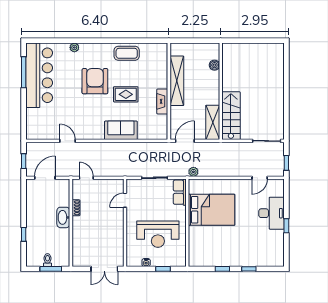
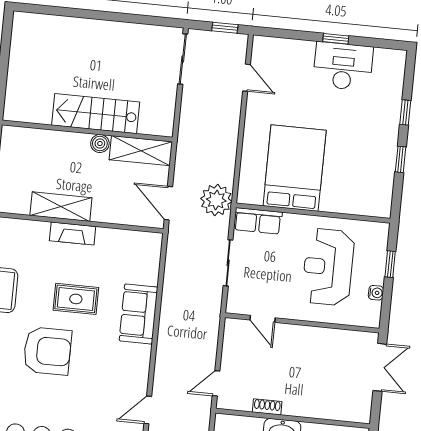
boiler: (214, 65) -> (100, 143), moved
armchair: (95, 81) -> (47, 351), turned 180
shelving: (177, 81) -> (61, 207), width x0.68
rug: (126, 94) -> (76, 299), turned 90
fireplace: (162, 101) -> (73, 234), moved
stairs: (231, 116) -> (96, 114), moved
plant: (193, 172) -> (216, 200), width x1.87, depth x1.87
desk: (271, 213) -> (343, 66), moved
reception desk: (158, 234) -> (328, 267), turned 180

